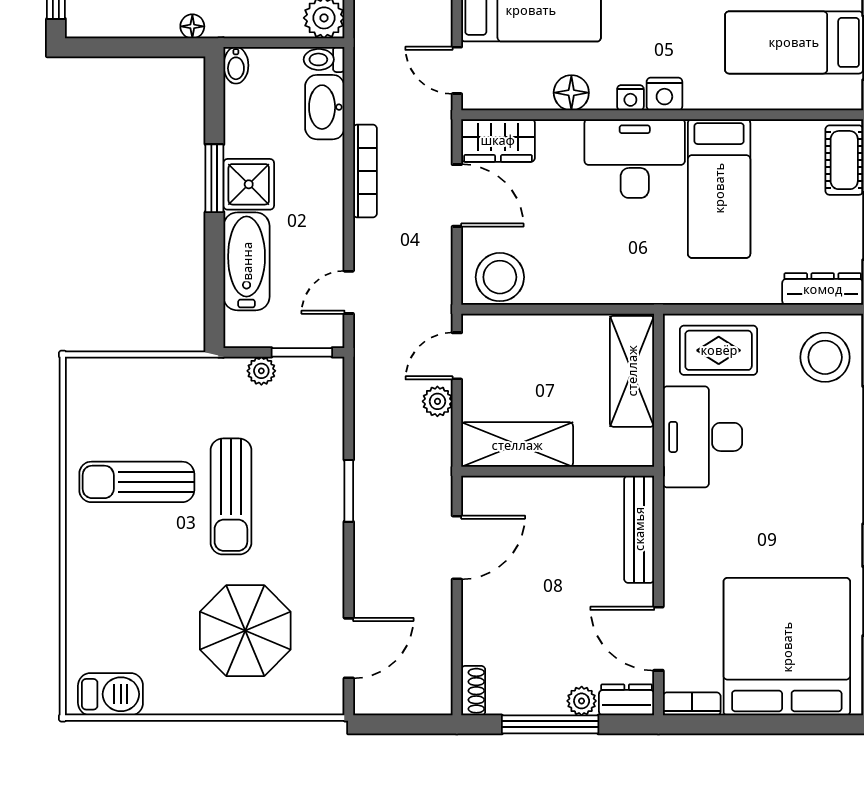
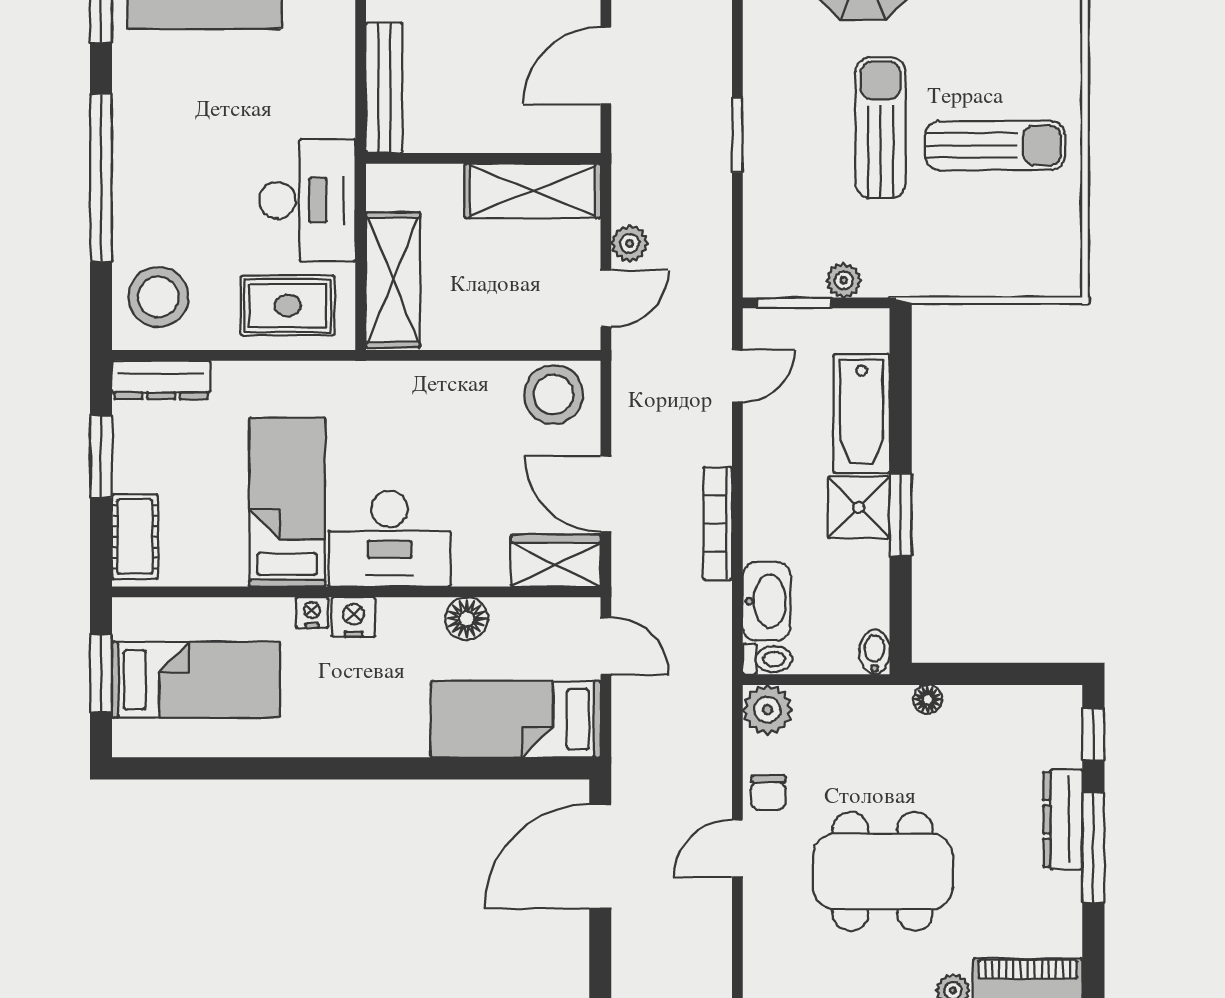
nightstand: (630, 98) -> (312, 613), moved

